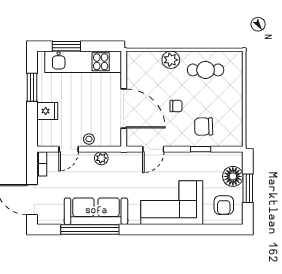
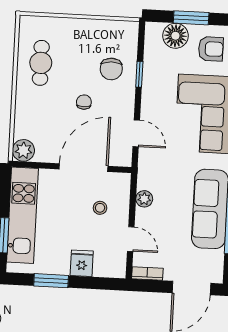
plant: (171, 60) -> (23, 150), moved
stool: (89, 139) -> (100, 208), moved

